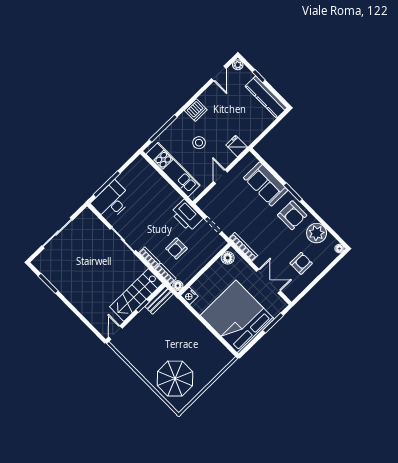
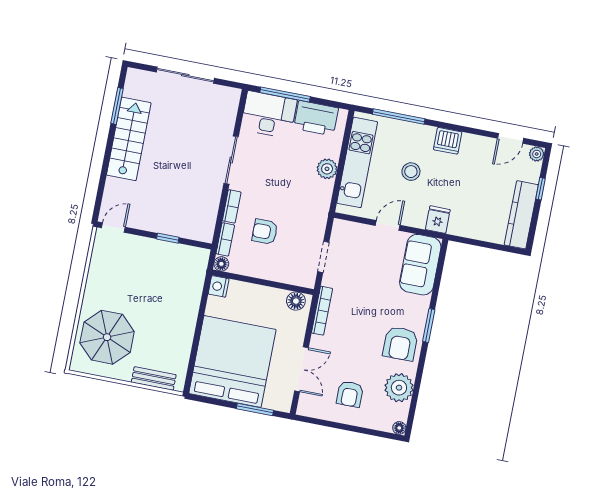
sofa: (266, 184) -> (420, 265), moved
plant: (165, 189) -> (327, 169), added
printer: (187, 215) -> (316, 118), moved, turned -90
armchair: (301, 263) -> (350, 394), turned 90
stairs: (136, 295) -> (129, 139), moved, turned 90
bench: (159, 300) -> (154, 379), moved

